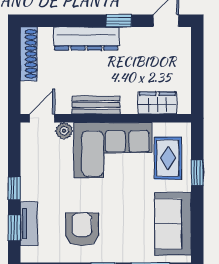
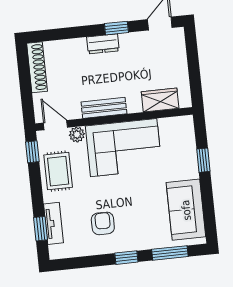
dresser: (86, 38) -> (103, 44), width x0.51, depth x0.80
door: (42, 118) -> (55, 125), hinge flipped
rug: (168, 158) -> (58, 171), moved
window: (14, 188) -> (32, 152), moved
armchair: (82, 229) -> (103, 223), width x0.72, depth x0.72

